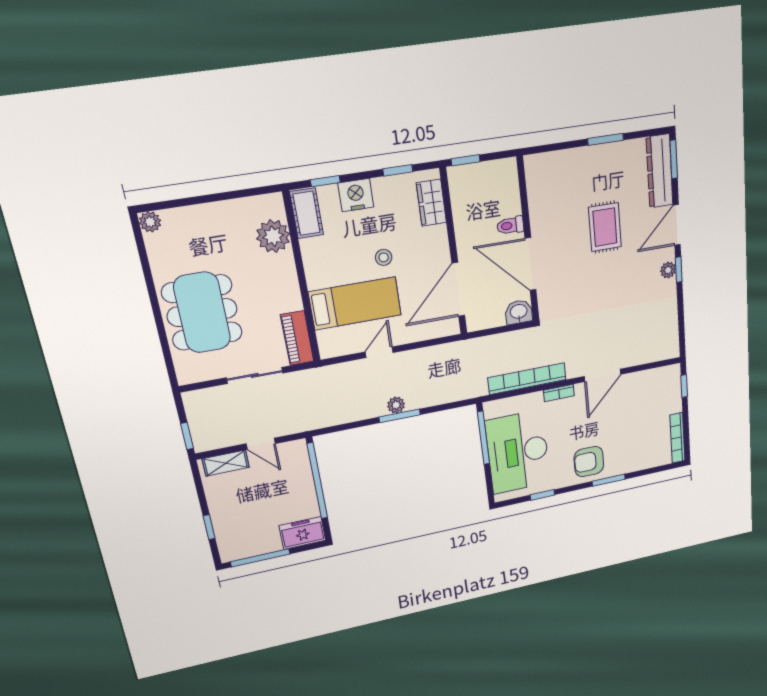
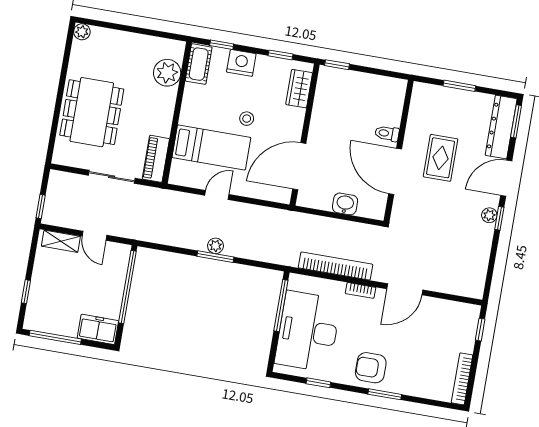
toilet: (510, 225) -> (387, 133), moved
wall: (528, 240) -> (399, 151), moved
door: (530, 264) -> (395, 171), moved

